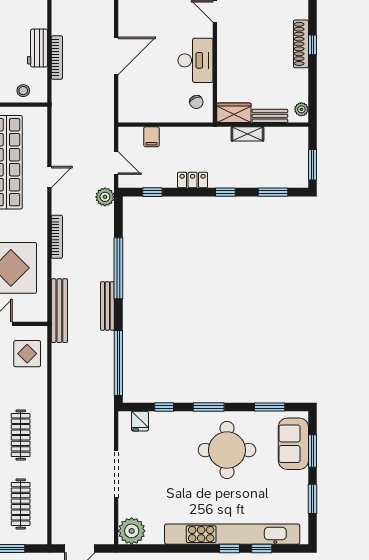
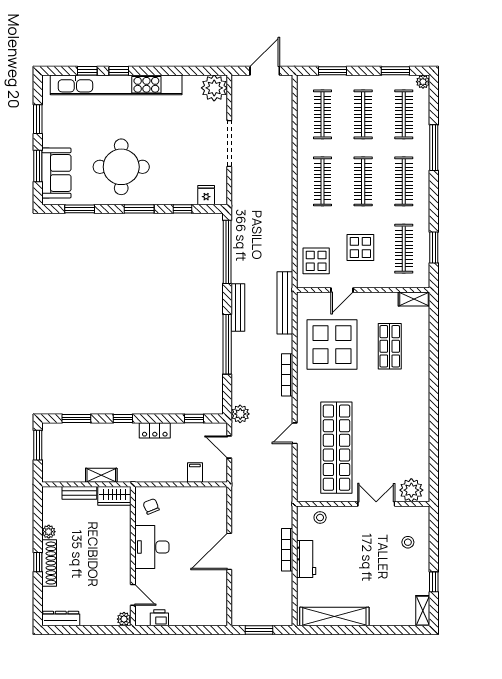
plant: (301, 109) -> (49, 532), moved

